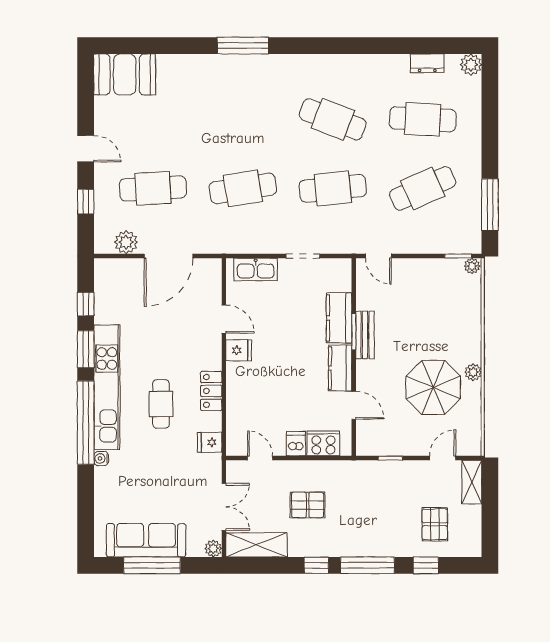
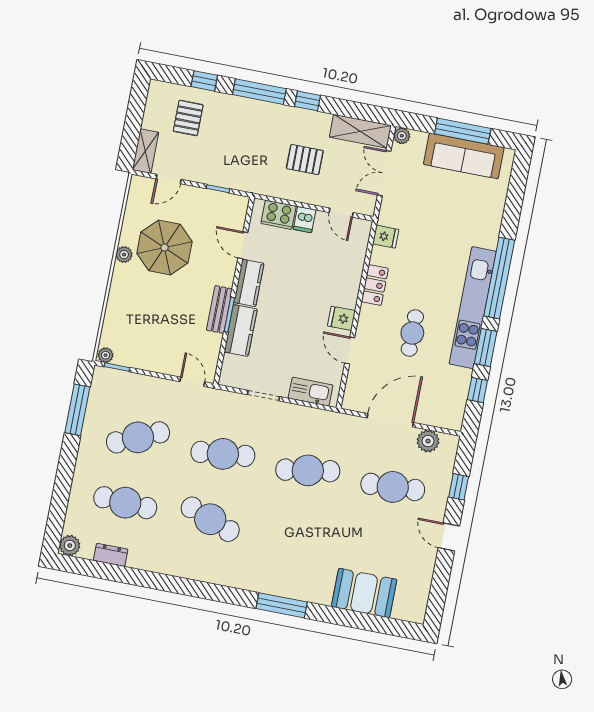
booth: (125, 74) -> (364, 593), moved
cafe table: (161, 404) -> (412, 333), moved
water cooler: (101, 458) -> (491, 241), removed

